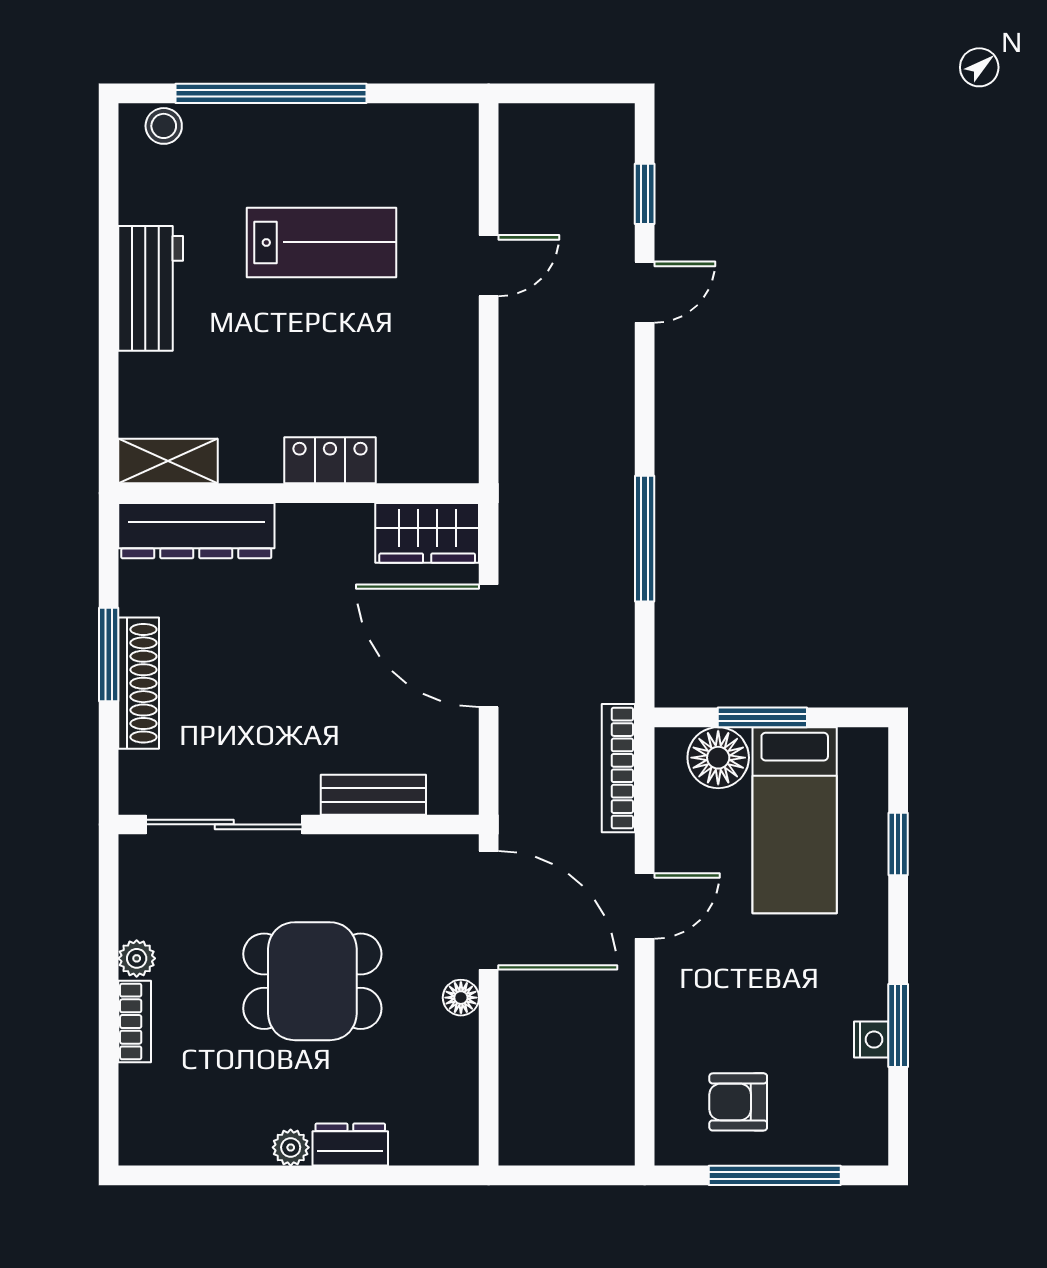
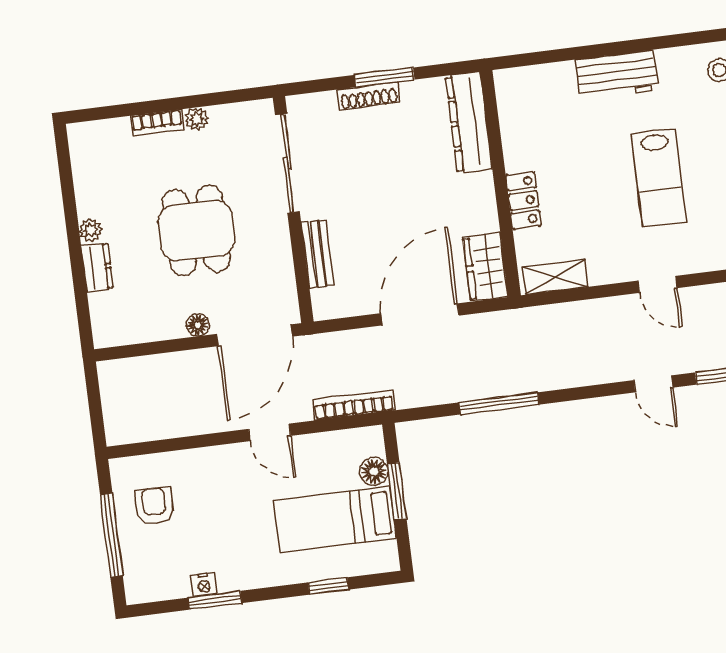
shelving: (168, 461) -> (555, 277), moved, turned 90
shoe rack: (139, 683) -> (369, 96), width x0.74, depth x0.81
floor lamp: (718, 758) -> (374, 471), width x0.73, depth x0.73

